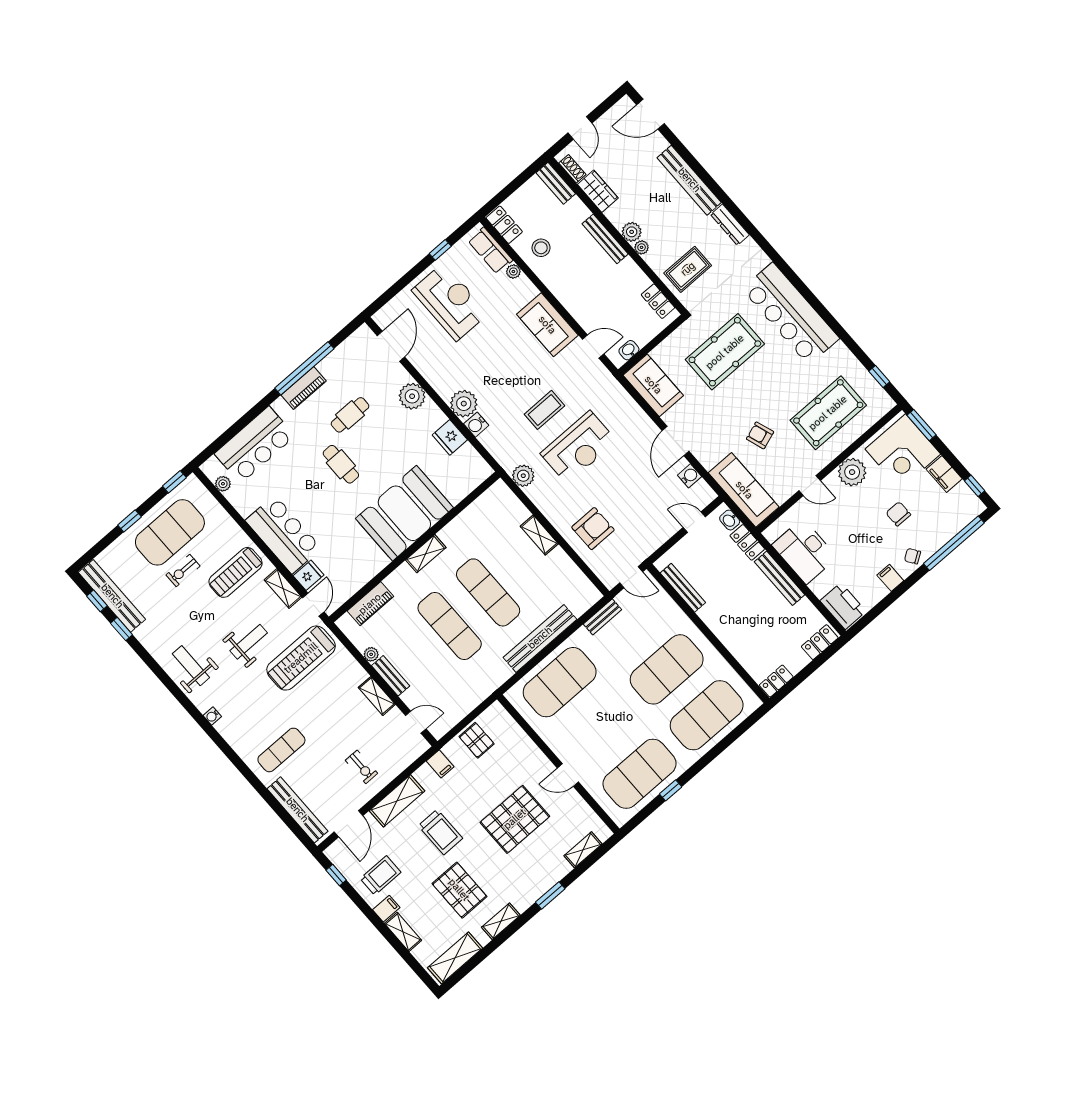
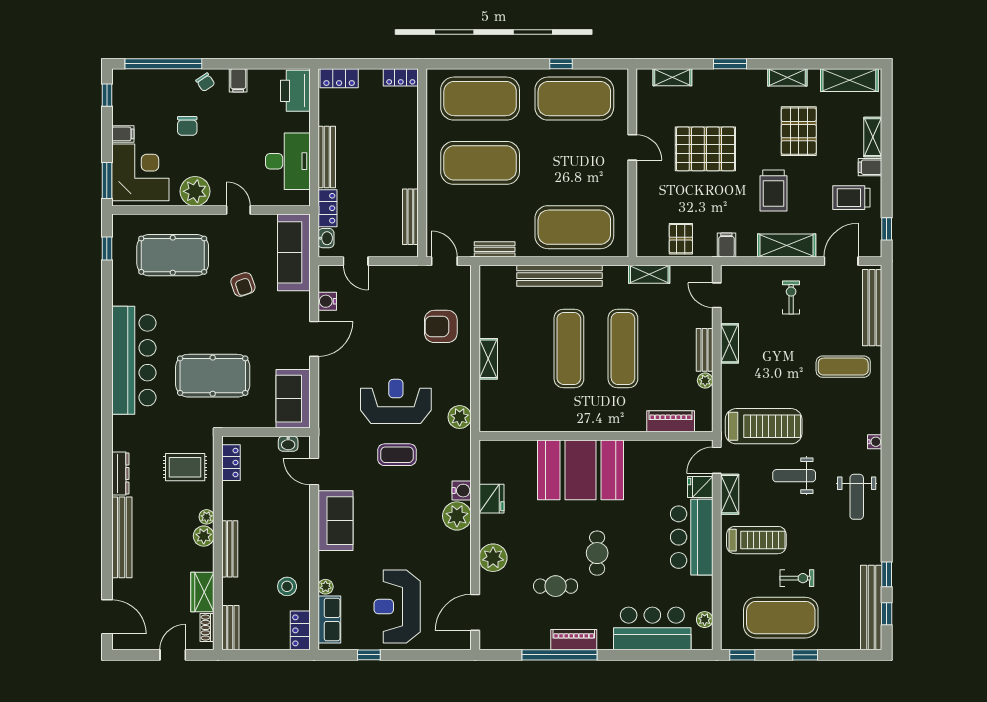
filing cabinet: (944, 474) -> (123, 134), width x0.50
shelving: (426, 554) -> (649, 274), moved
trolley: (440, 832) -> (774, 191), turned 180

